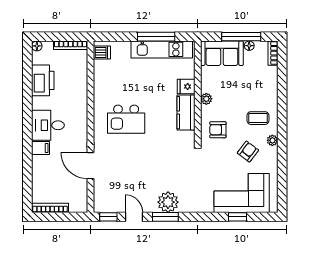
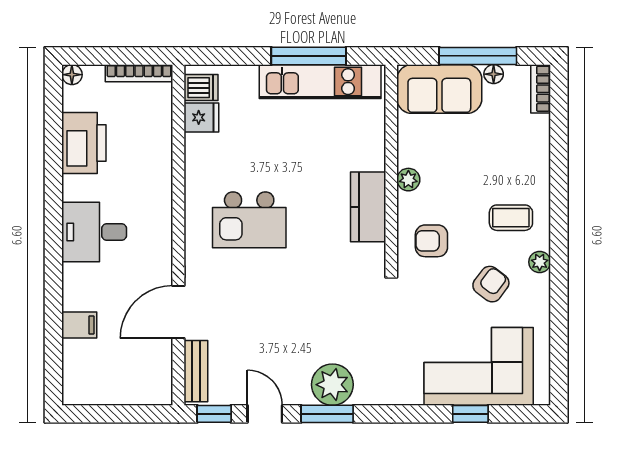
fridge: (186, 86) -> (201, 117), moved, turned 180
filing cabinet: (41, 148) -> (79, 325), moved
door: (90, 166) -> (178, 312), hinge flipped
bench: (99, 195) -> (196, 371), added
bookcase: (50, 208) -> (98, 396), removed

